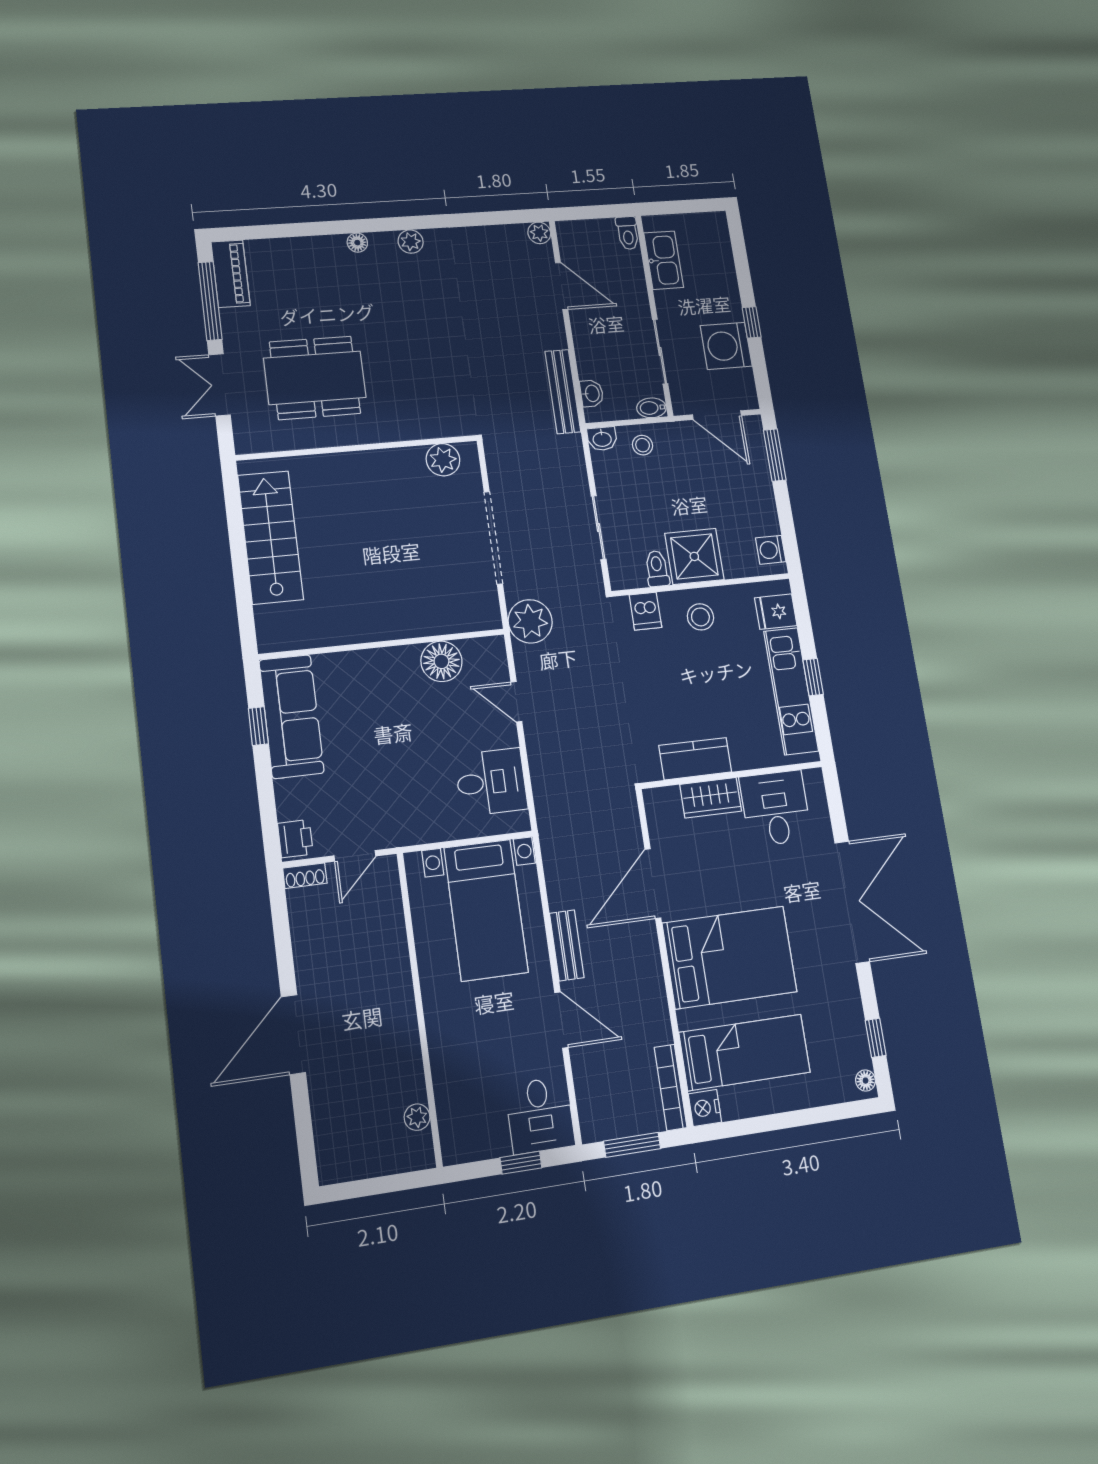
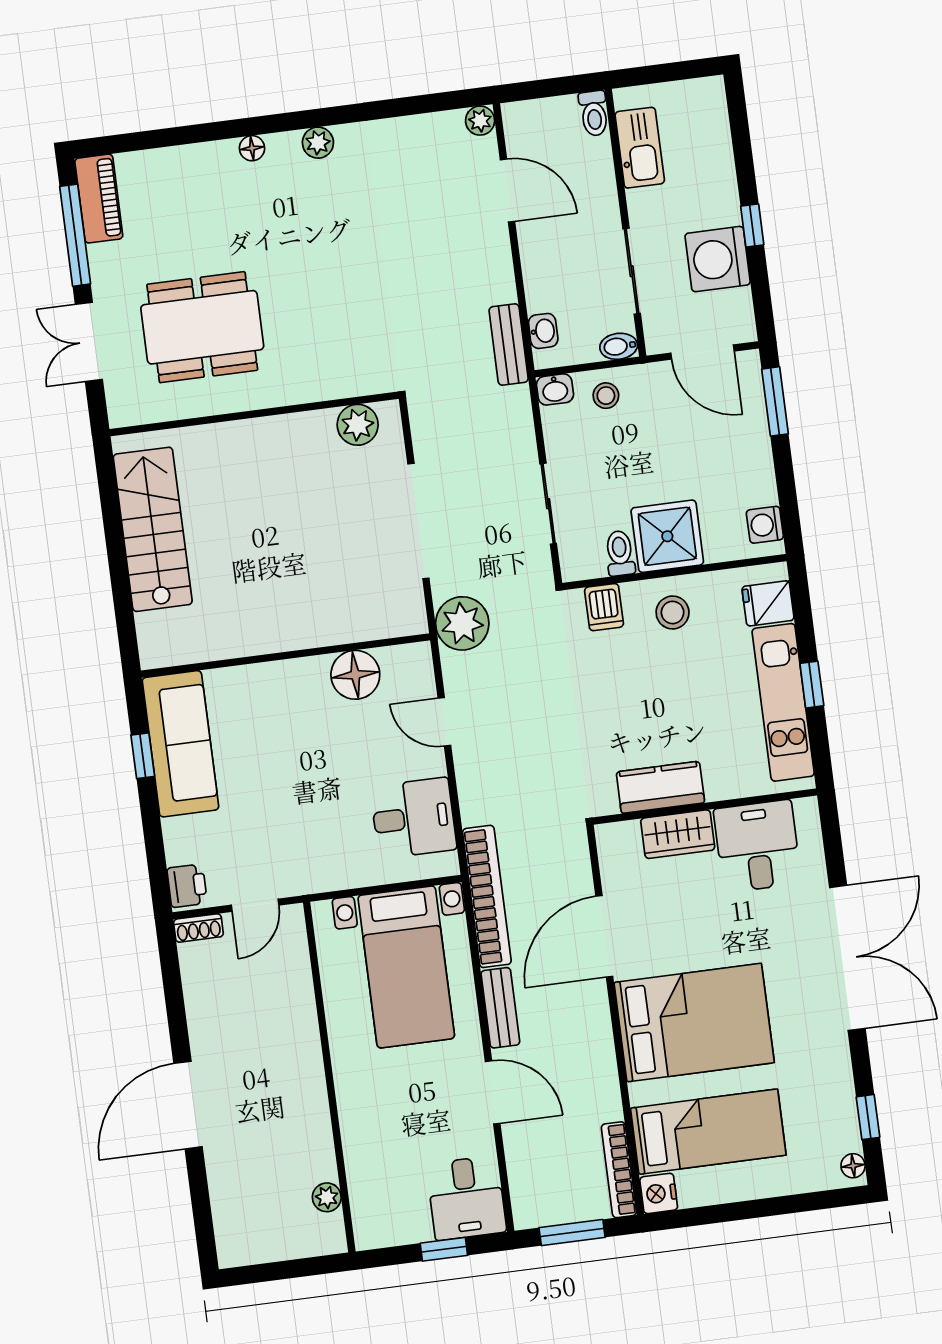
bench: (563, 392) -> (509, 345), width x0.73
bookcase: (554, 849) -> (487, 896), added

